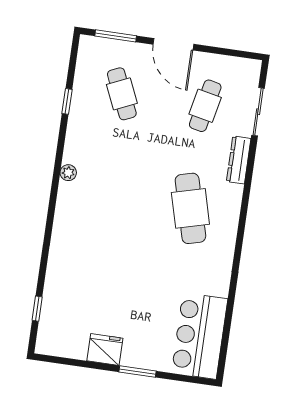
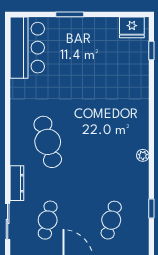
cafe table: (122, 94) -> (111, 220), turned 39
fridge: (105, 349) -> (132, 27), moved

